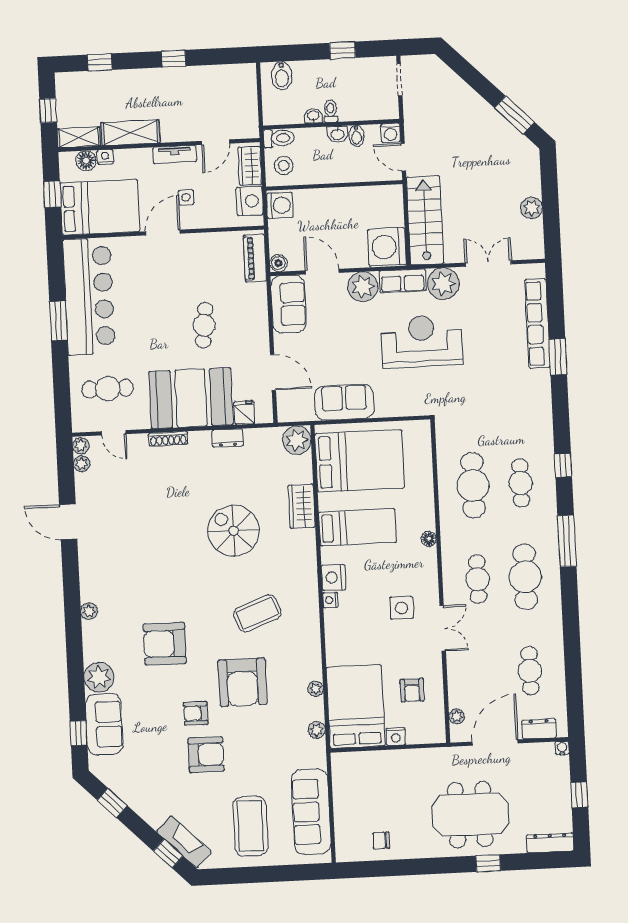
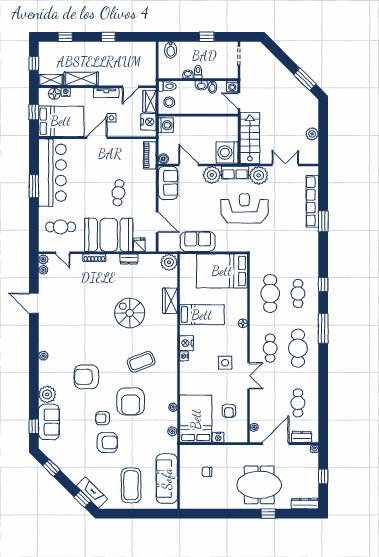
bed: (360, 461) -> (222, 271), moved, turned 180
chair: (381, 840) -> (207, 472), moved

